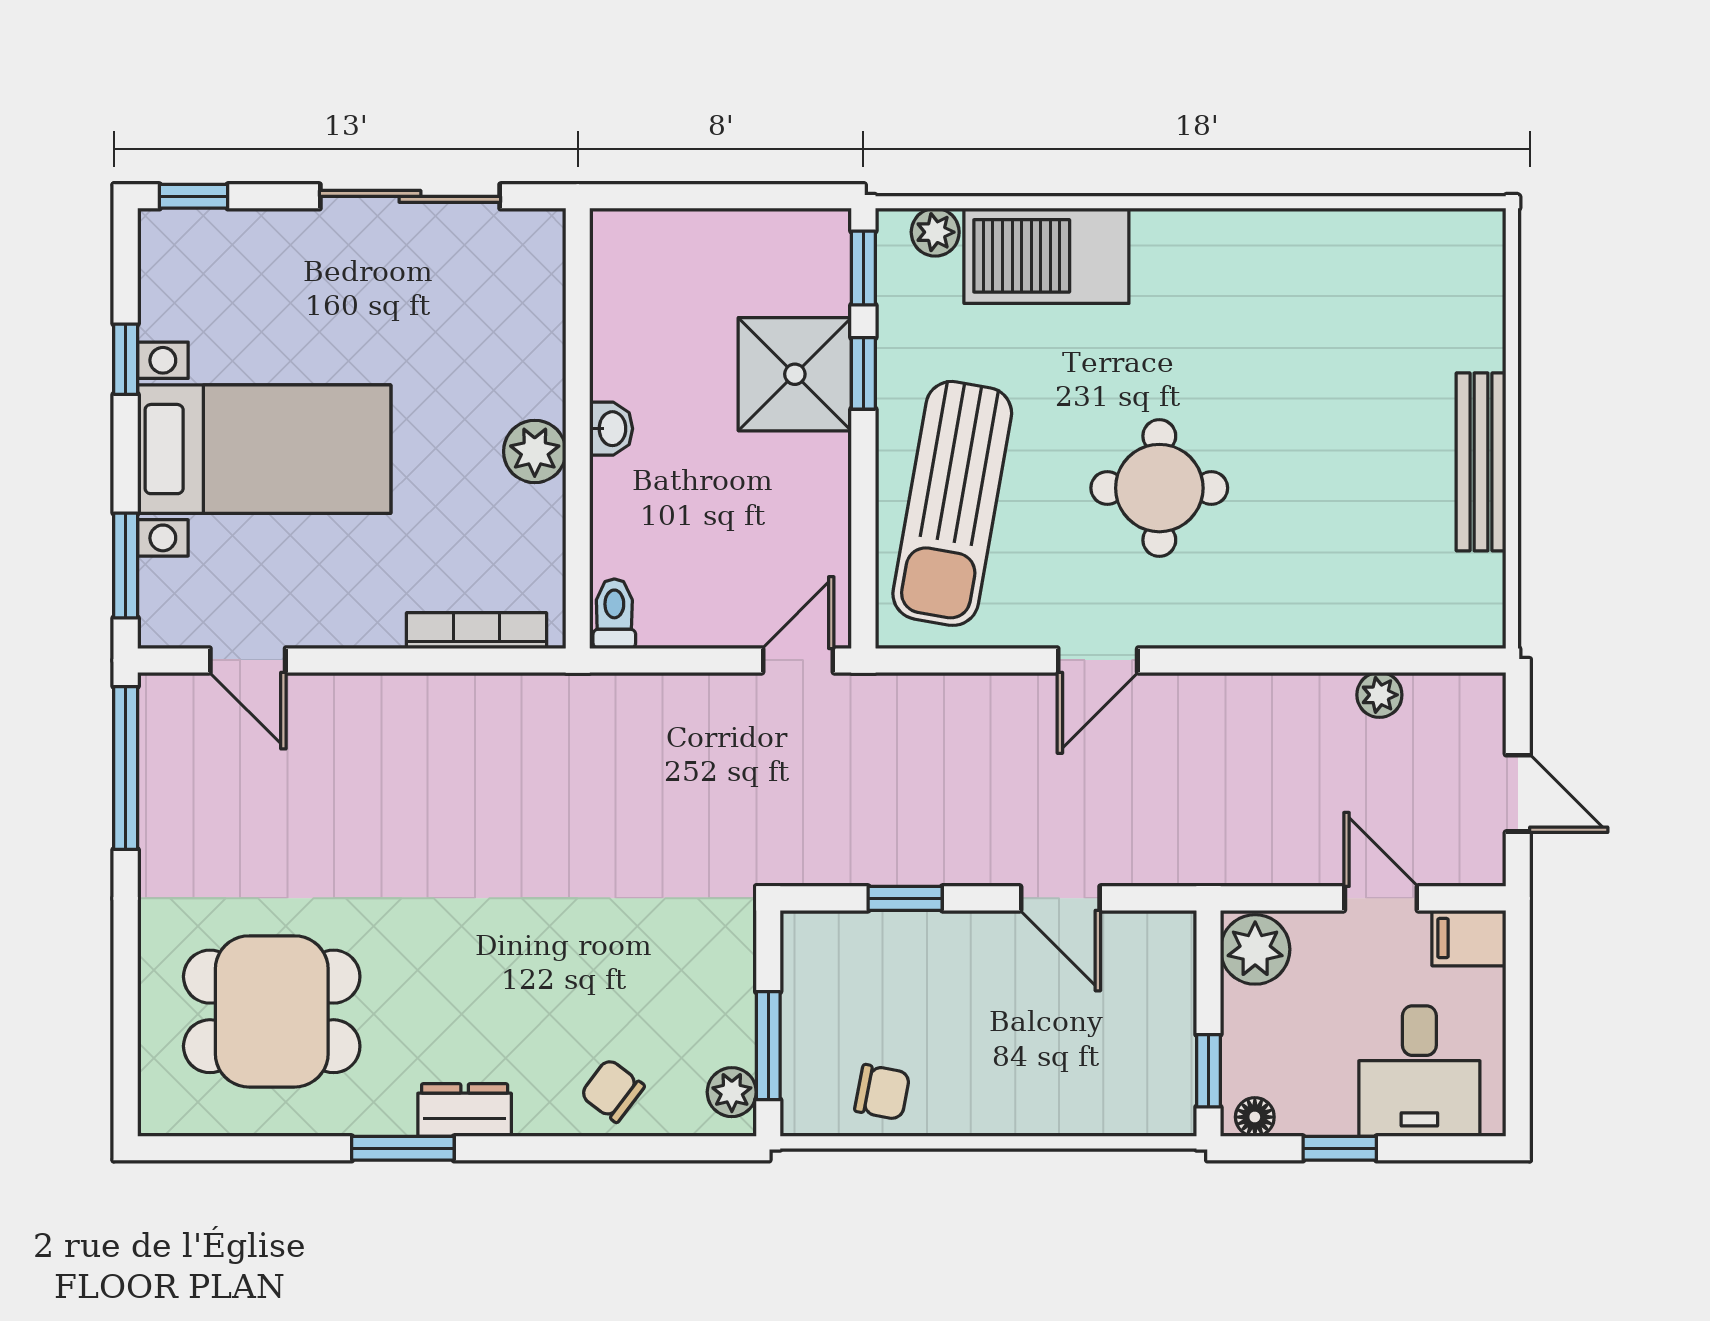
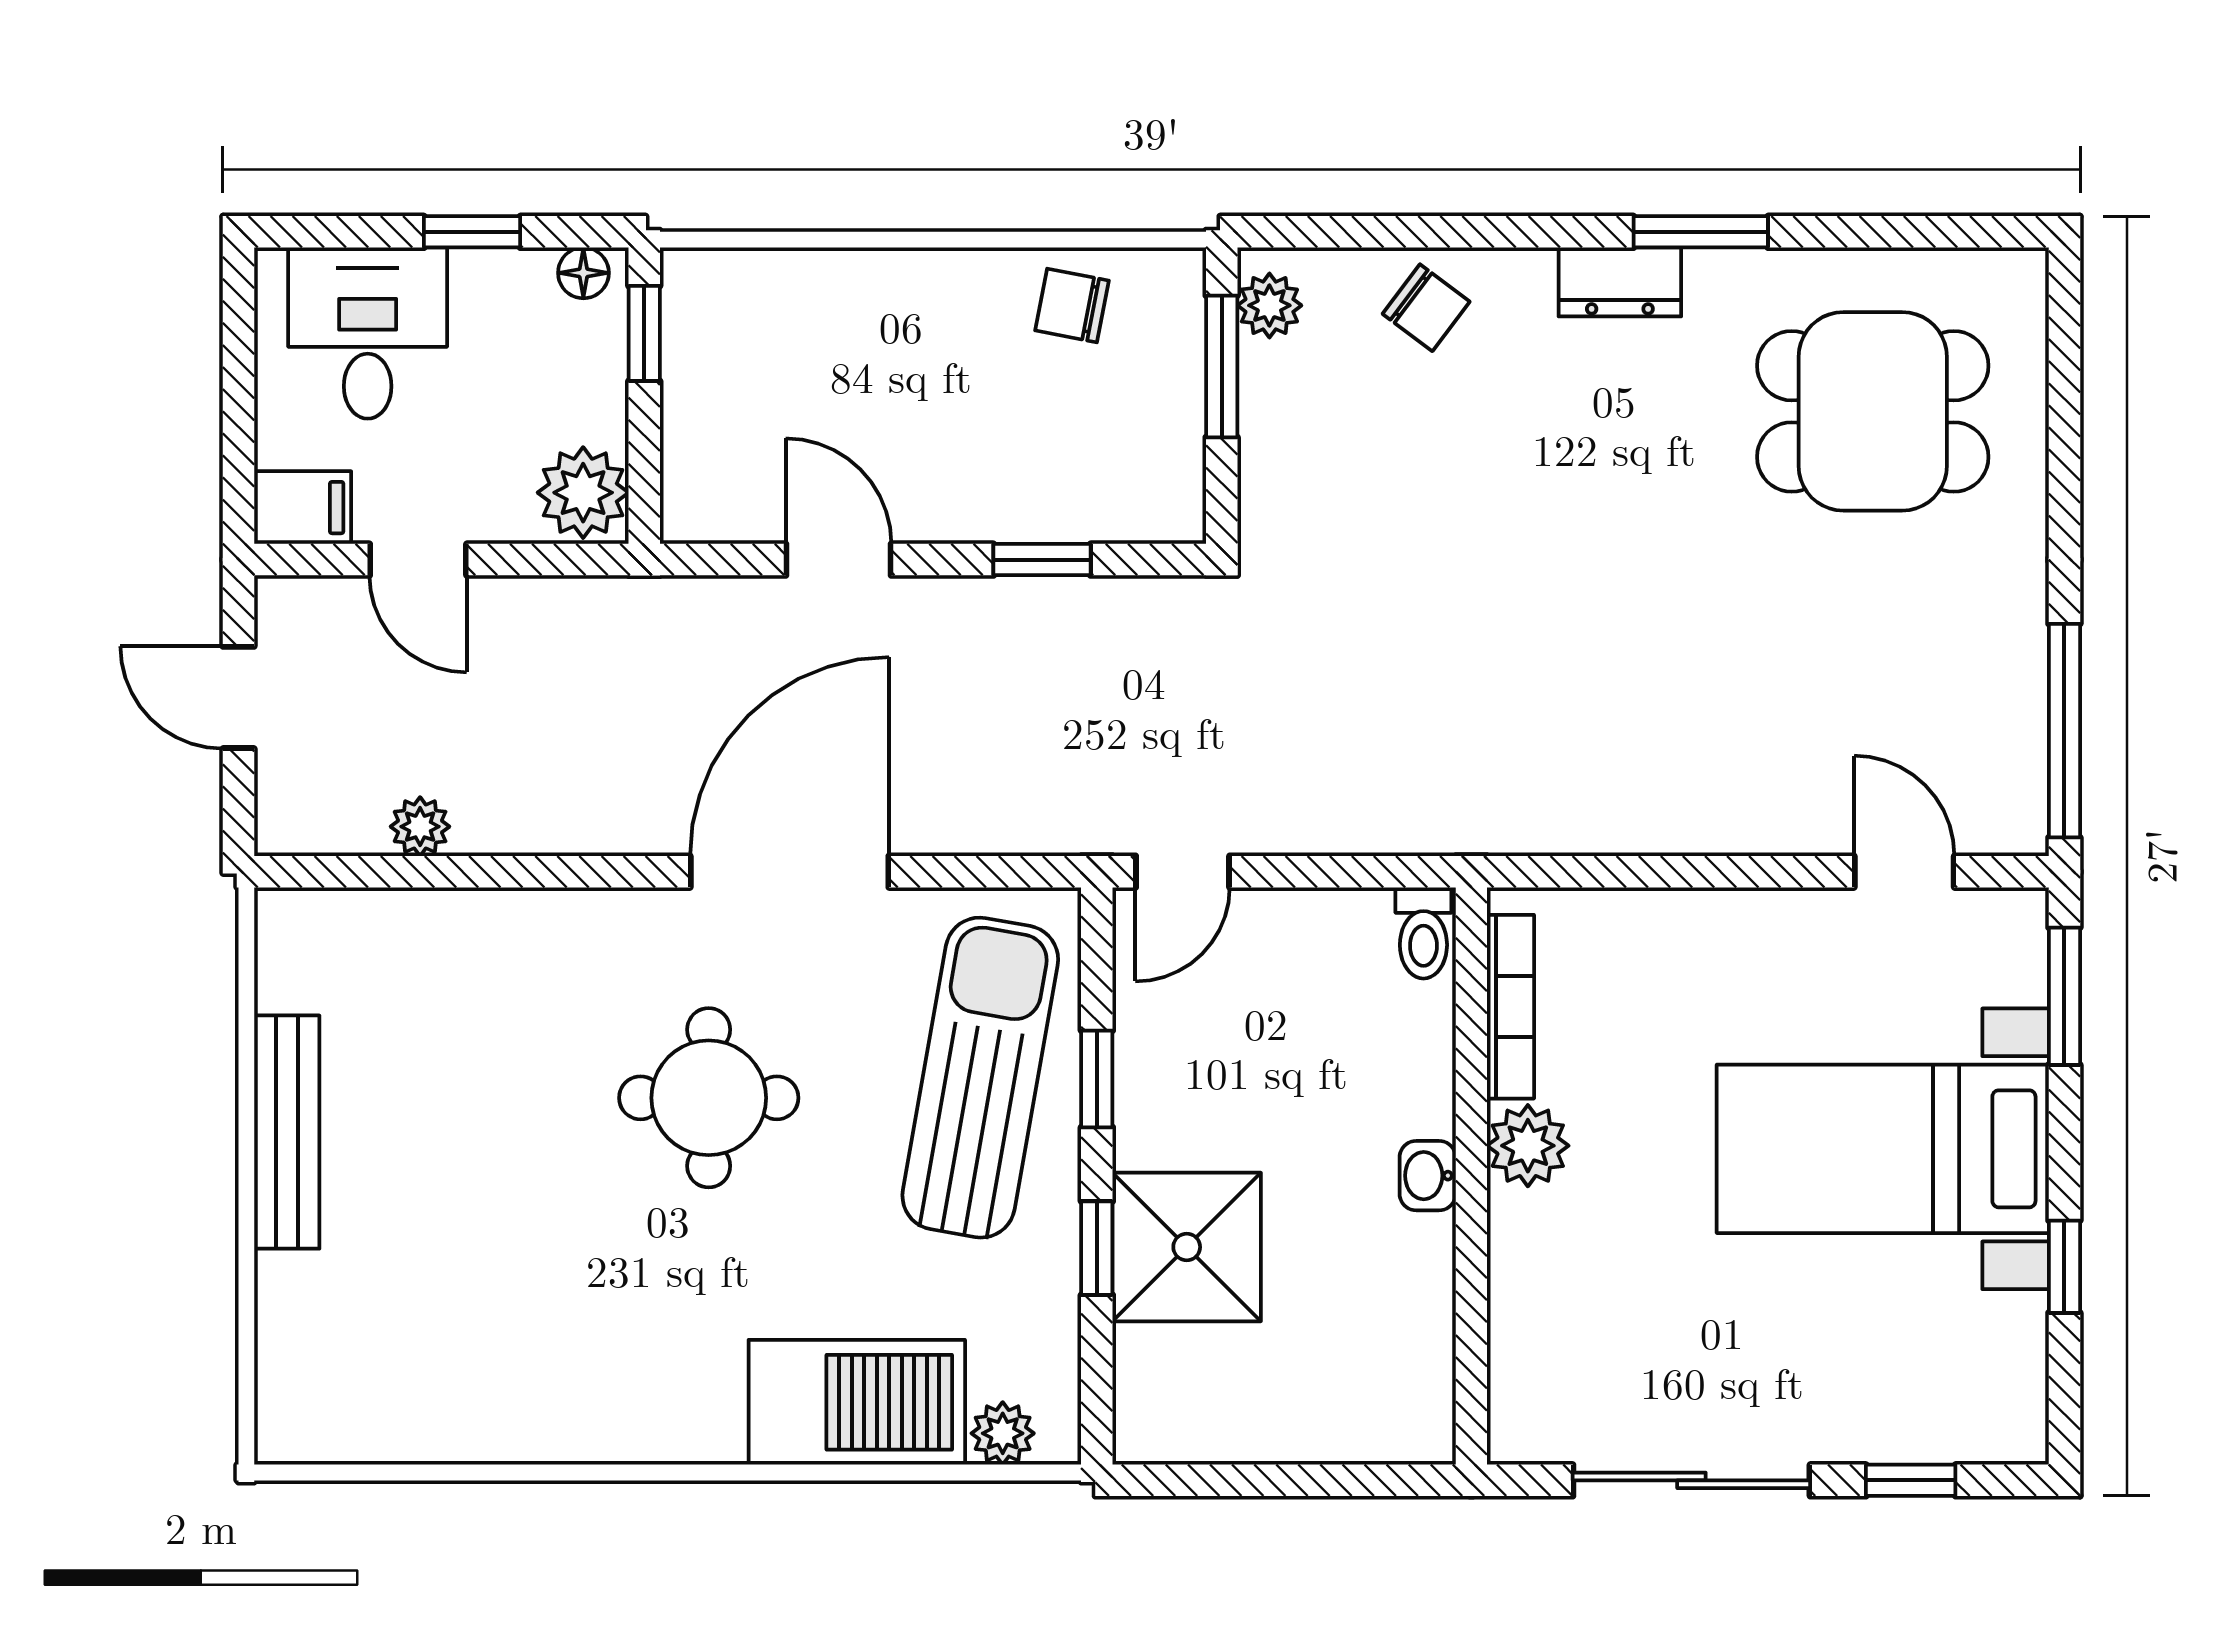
window: (194, 196) -> (1911, 1480), moved
window: (863, 268) -> (1097, 1079), moved
bookcase: (477, 631) -> (1511, 1007), moved, turned -90
door: (1098, 660) -> (790, 872), width x1.88

